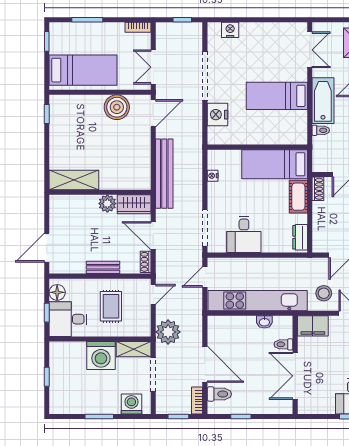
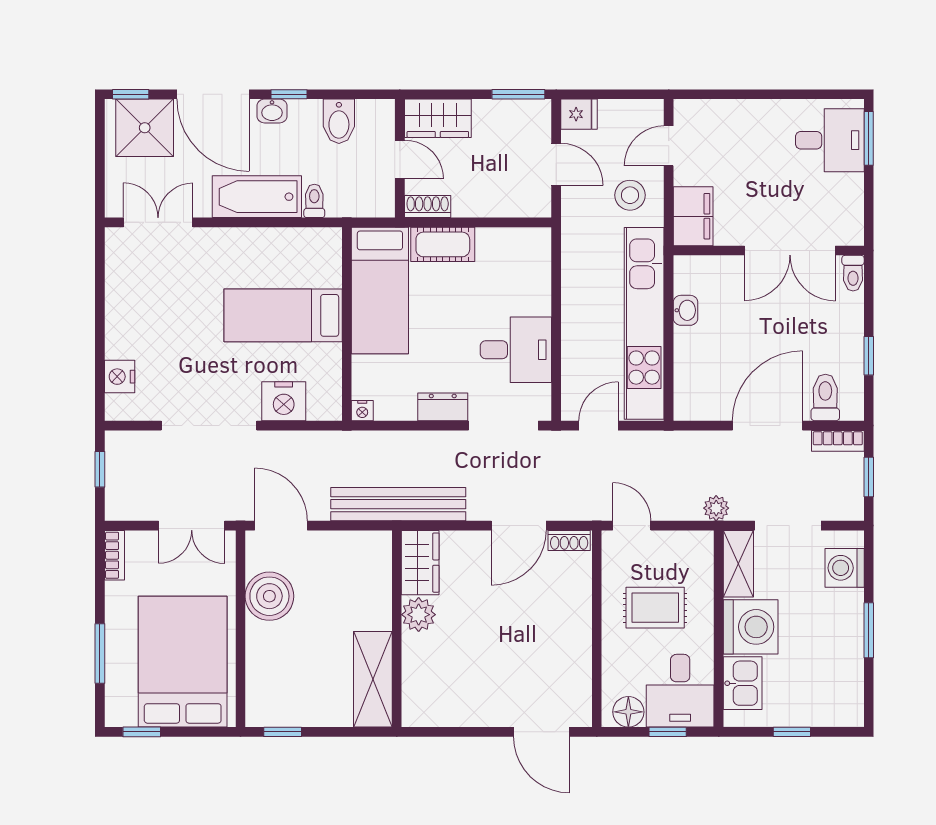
bed: (83, 70) -> (183, 662), width x1.50
bed: (277, 96) -> (283, 315), moved, turned 90
nightstand: (213, 176) -> (362, 411), moved
shelving: (74, 180) -> (373, 679), moved
wall: (100, 192) -> (397, 629), moved
plant: (107, 204) -> (419, 615), moved
wardrobe: (134, 204) -> (420, 563), moved
dresser: (300, 237) -> (443, 407), moved, turned 180
bench: (103, 267) -> (580, 623), removed
door: (205, 277) -> (598, 426), swing flipped
plant: (168, 332) -> (716, 508), width x0.53, depth x0.53
toilet: (283, 344) -> (853, 273), moved
kitchen sink: (72, 351) -> (743, 683), added

